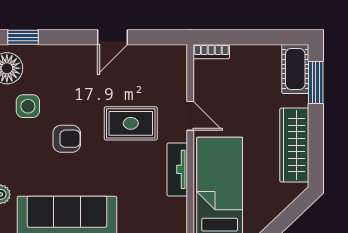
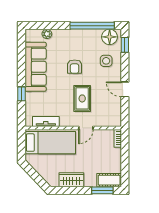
side table: (28, 106) -> (106, 61), moved
wardrobe: (294, 145) -> (71, 180), width x0.67
tv unit: (177, 169) -> (46, 122), moved

